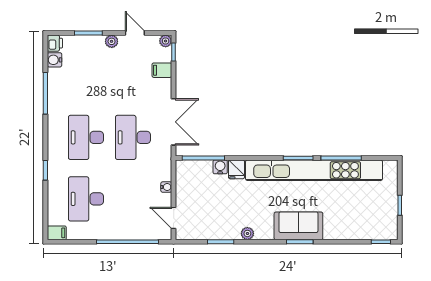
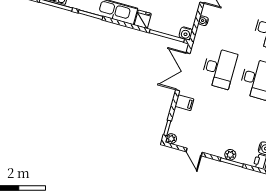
plant: (112, 41) -> (230, 155), moved
filing cabinet: (162, 70) -> (184, 103), moved
water cooler: (220, 167) -> (186, 33), moved

